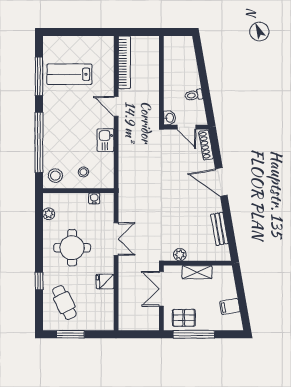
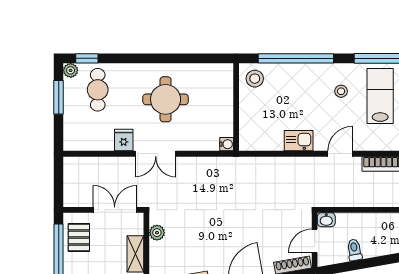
stool: (83, 172) -> (341, 91), moved
water cooler: (94, 198) -> (227, 144), moved
plant: (49, 214) -> (71, 70), moved
double door: (116, 239) -> (156, 154), moved
window: (39, 281) -> (87, 58), moved
cafe table: (64, 303) -> (98, 90), turned -64

